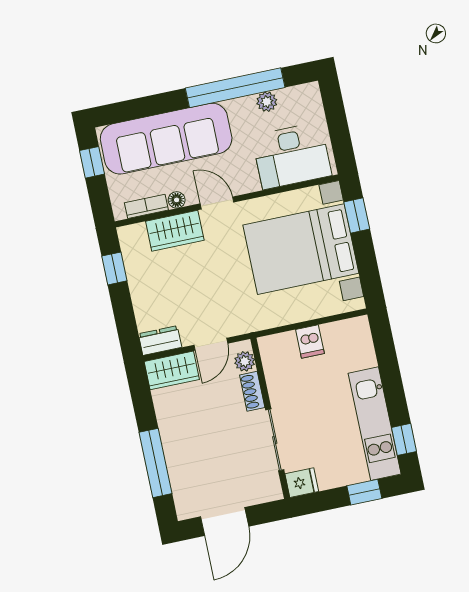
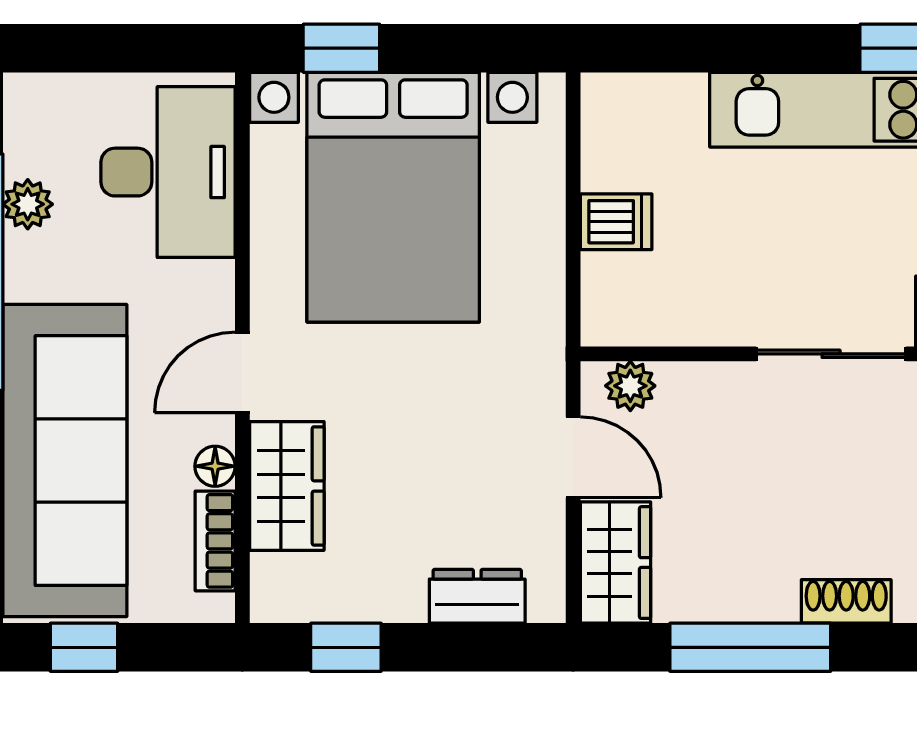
dresser: (160, 340) -> (477, 596), moved, turned 90
shoe rack: (252, 391) -> (846, 601), moved, turned 180
window: (155, 463) -> (750, 647), moved

